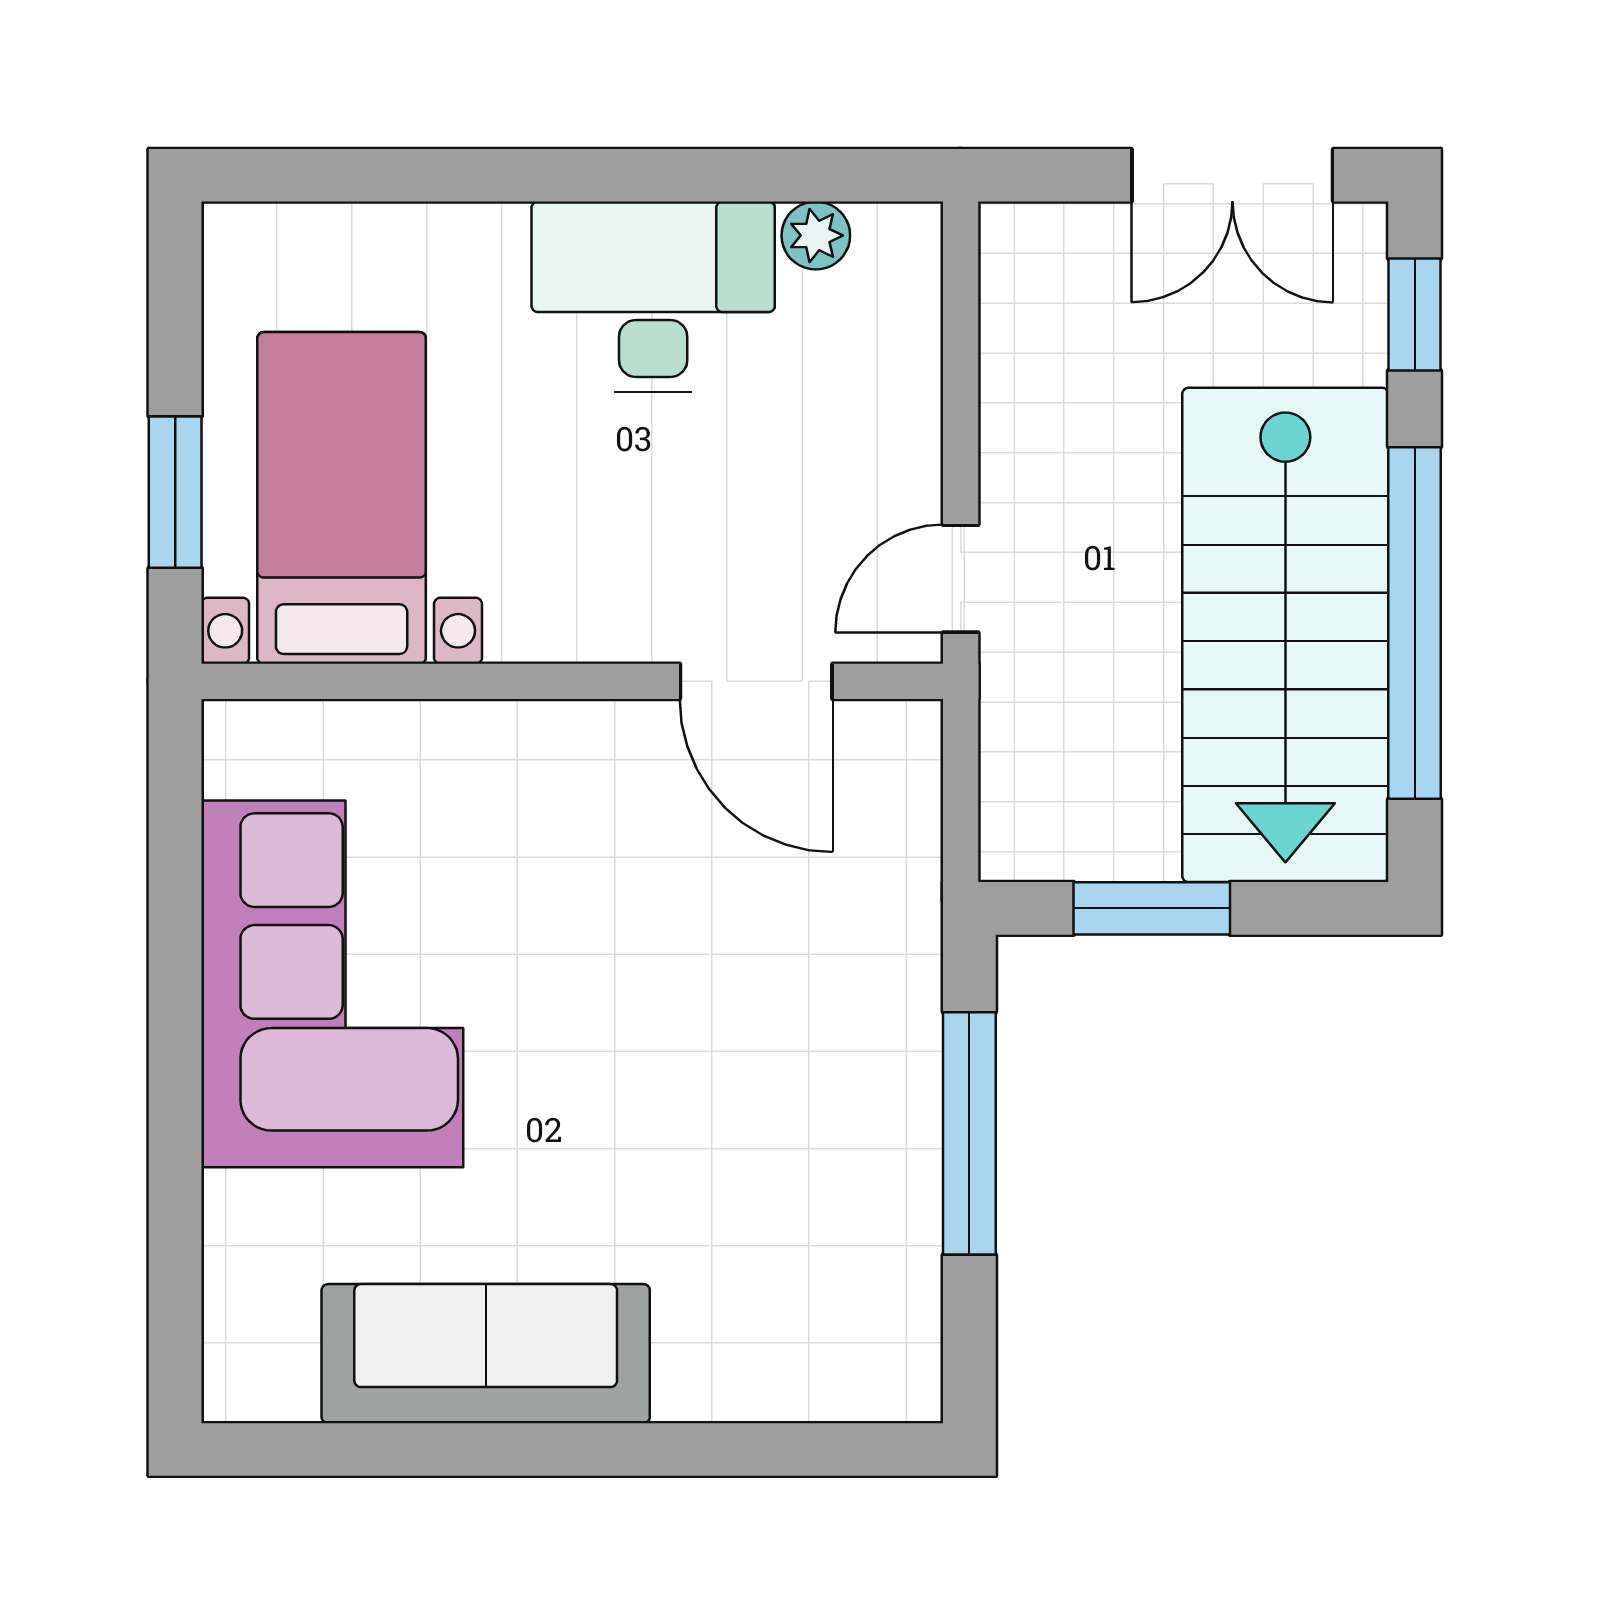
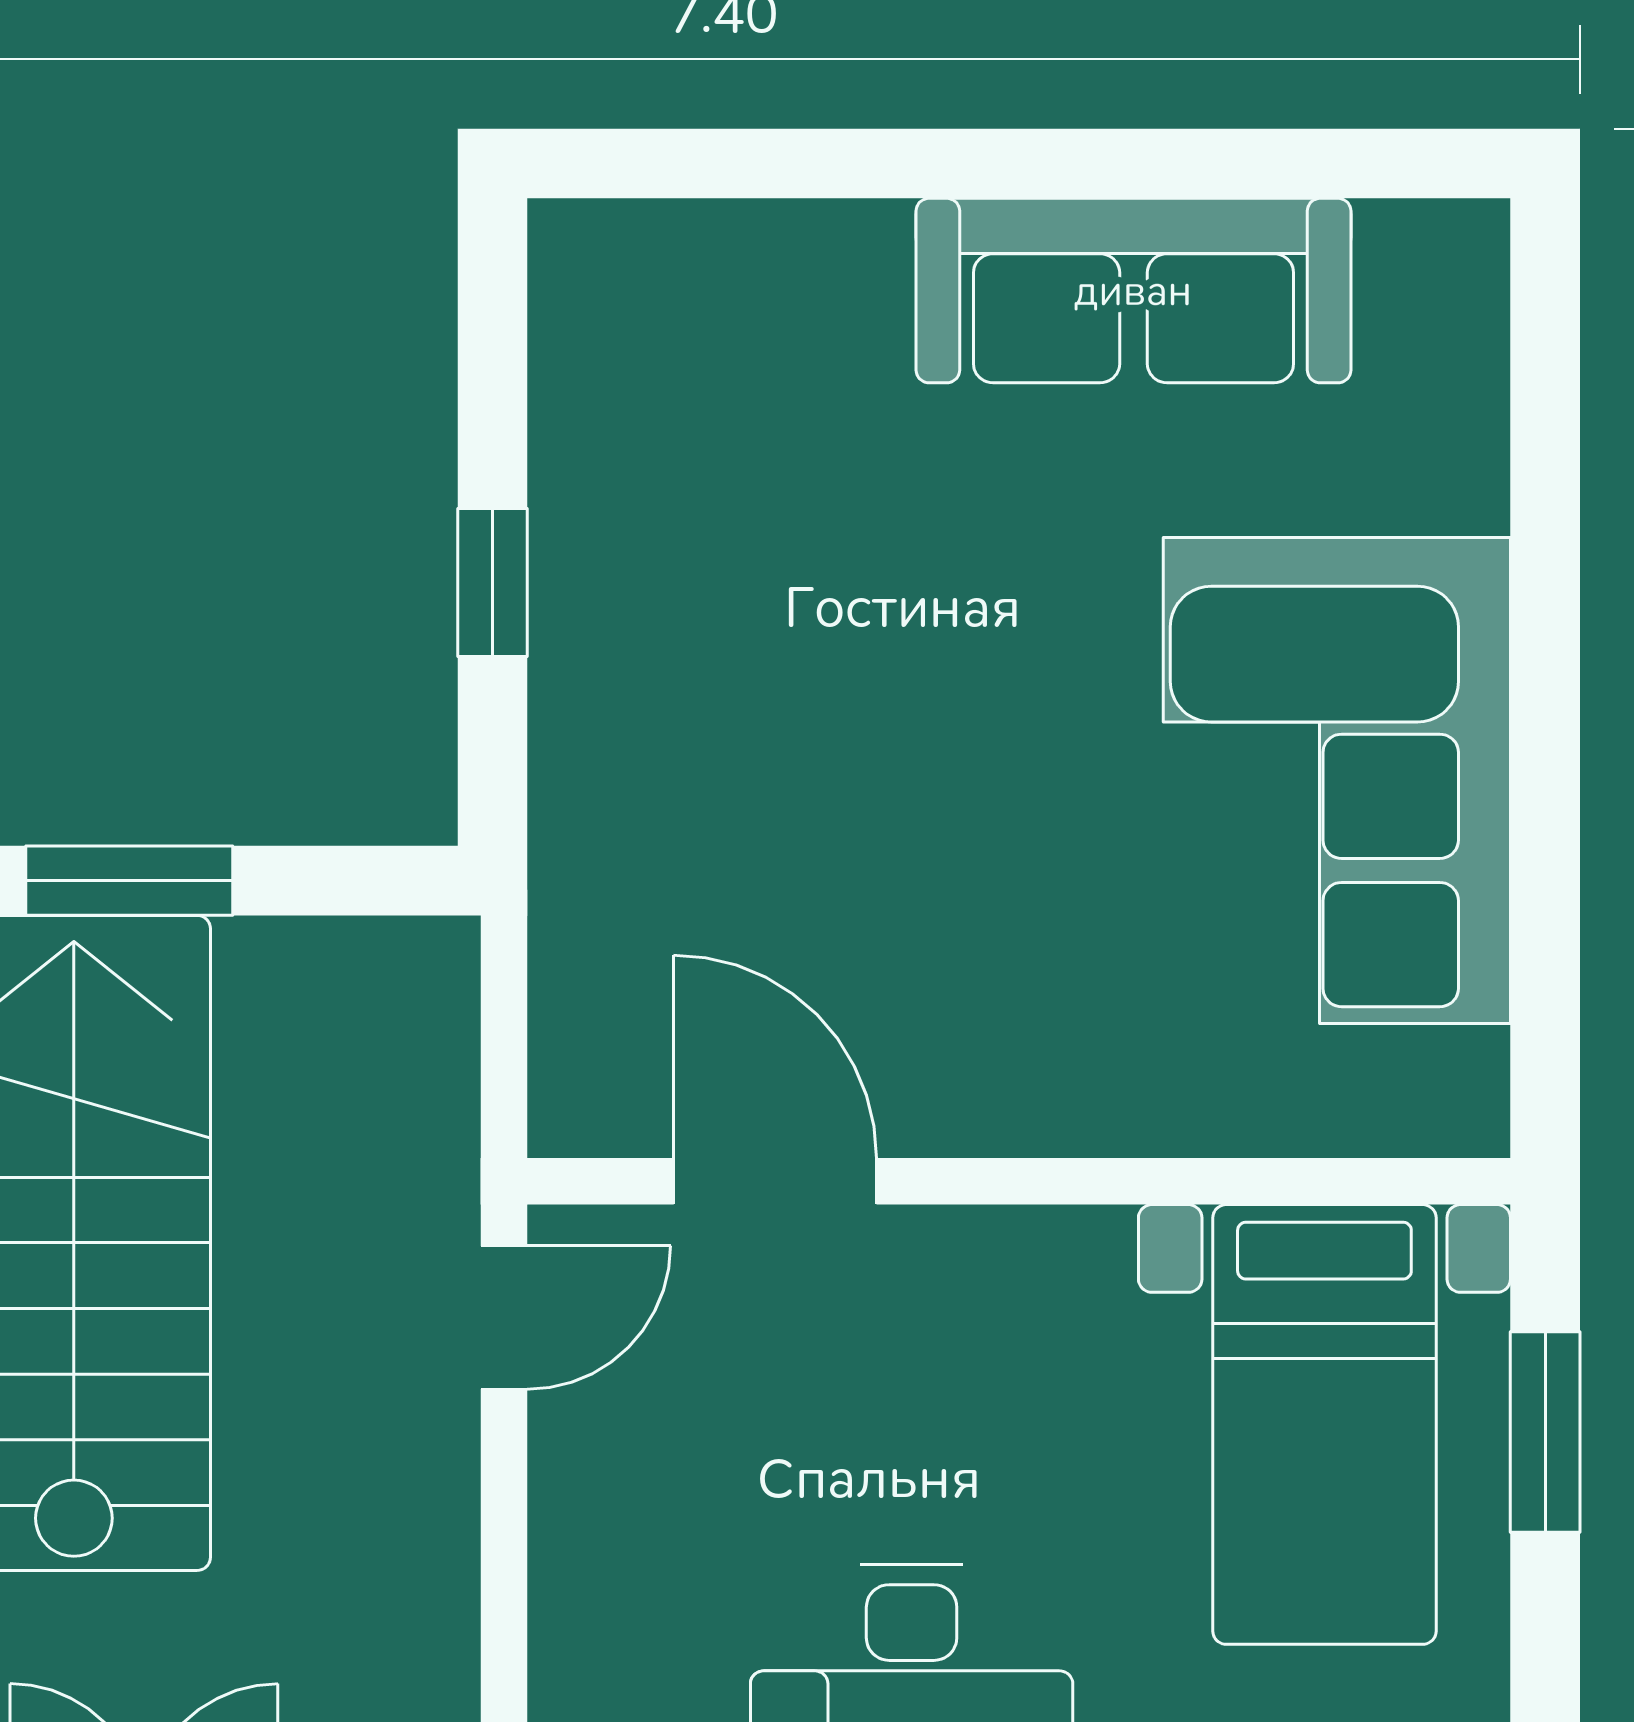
window: (1152, 908) -> (129, 881), moved
window: (969, 1133) -> (493, 582), width x0.46

